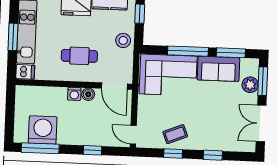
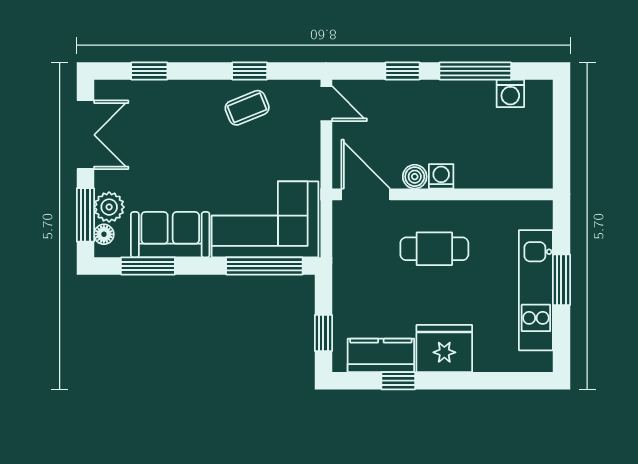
stool: (123, 40) -> (353, 281), removed
window: (188, 51) -> (264, 266), moved
floor lamp: (253, 70) -> (104, 234), added
dishwasher: (25, 72) -> (536, 214), removed
washing machine: (43, 130) -> (510, 93), width x0.53, depth x0.53
window: (40, 148) -> (475, 71), moved
window: (213, 155) -> (149, 71), moved

